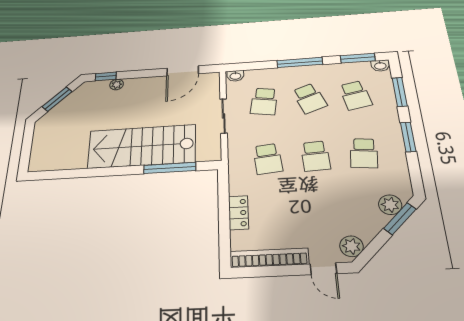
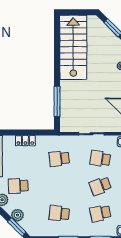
stairs: (142, 146) -> (73, 47), moved
school desk: (315, 156) -> (18, 186), moved
plant: (390, 205) -> (17, 215), moved

